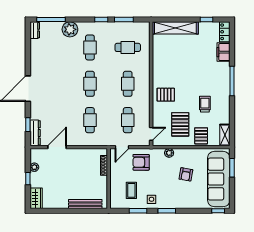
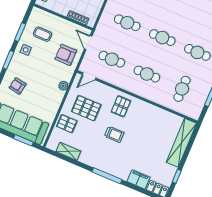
trolley: (205, 104) -> (114, 134), moved
door: (151, 134) -> (89, 76), hinge flipped
shelving: (225, 135) -> (68, 151), moved
armchair: (141, 162) -> (66, 55), turned -90
armchair: (186, 174) -> (18, 86), moved

